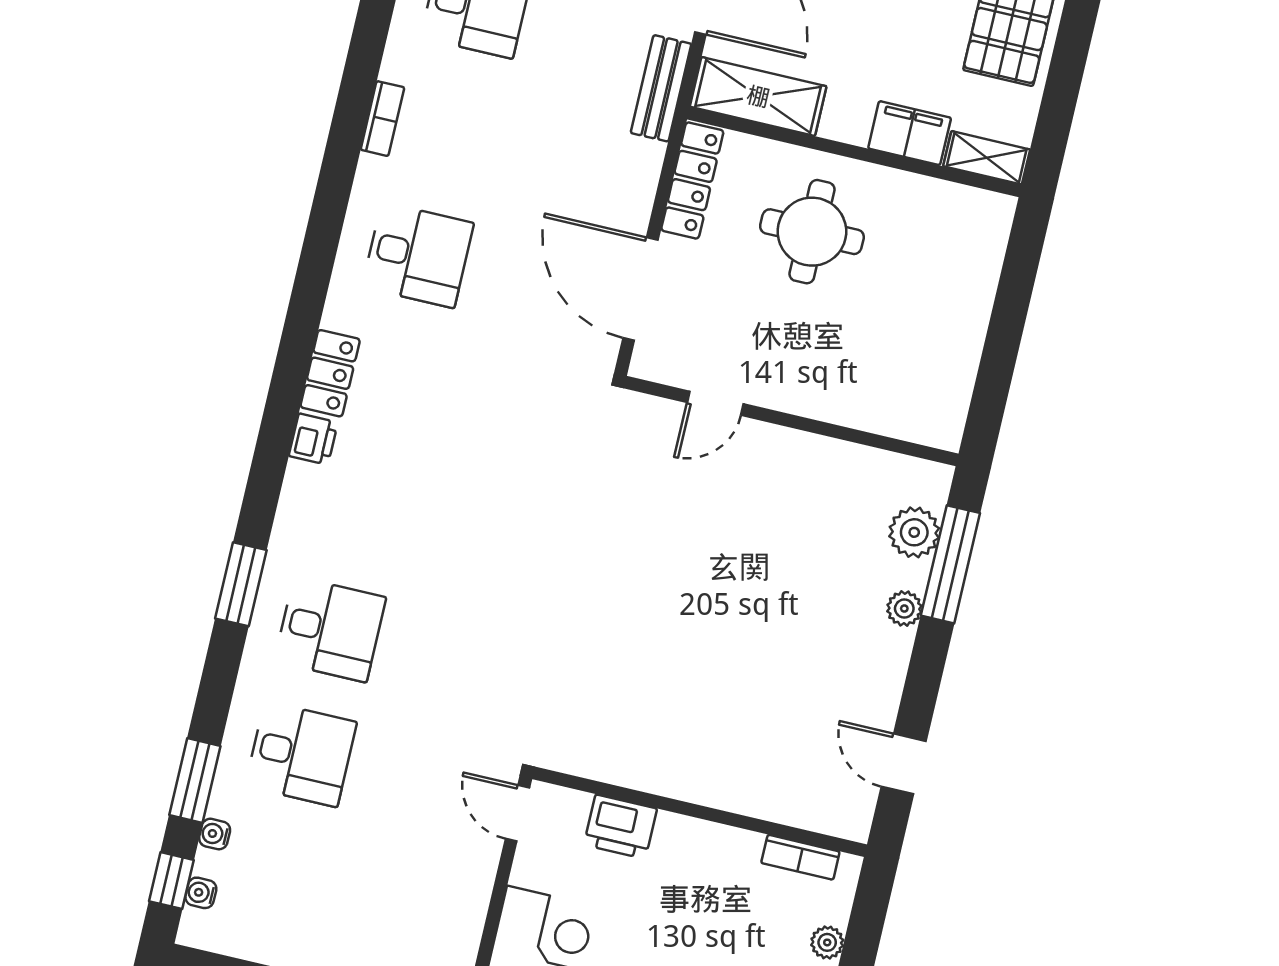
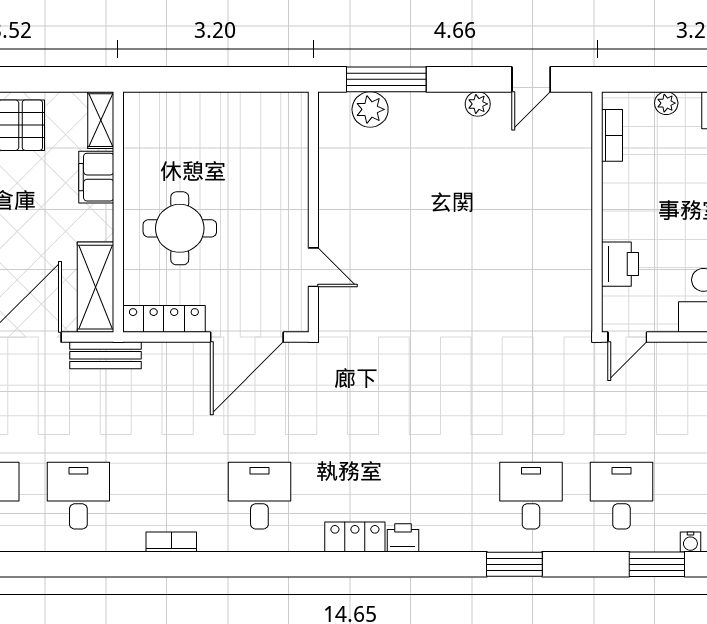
plant: (904, 609) -> (478, 104), moved

